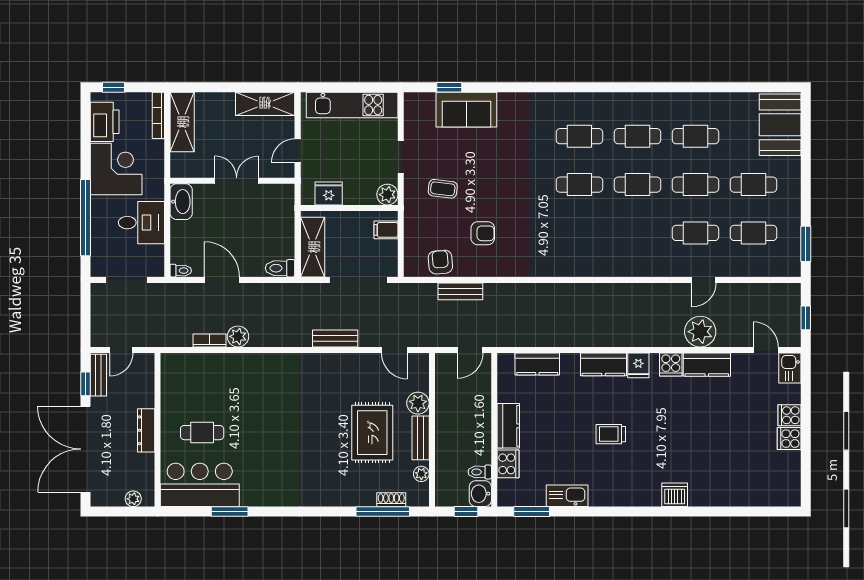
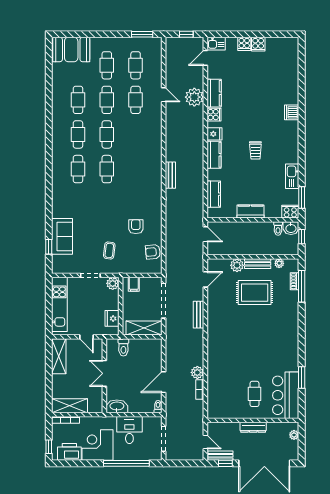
toilet: (280, 268) -> (123, 347), moved
bench: (460, 291) -> (170, 175), moved
cooker: (508, 464) -> (290, 212), moved

